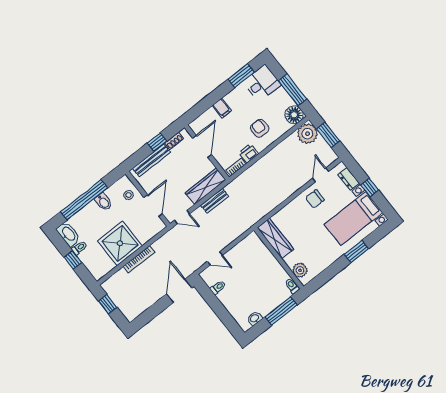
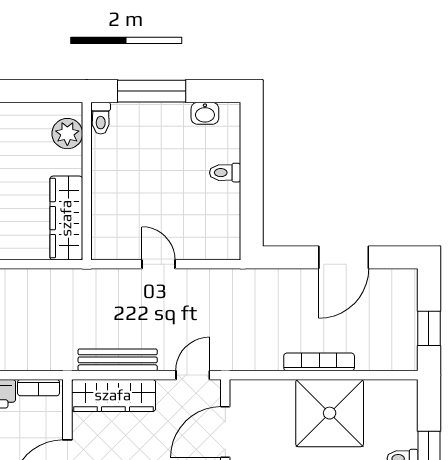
bench: (215, 201) -> (118, 360), width x1.36
door: (182, 217) -> (193, 375), hinge flipped
door: (215, 258) -> (159, 264), moved
toilet: (218, 287) -> (225, 173), moved
door: (179, 291) -> (344, 257), moved

